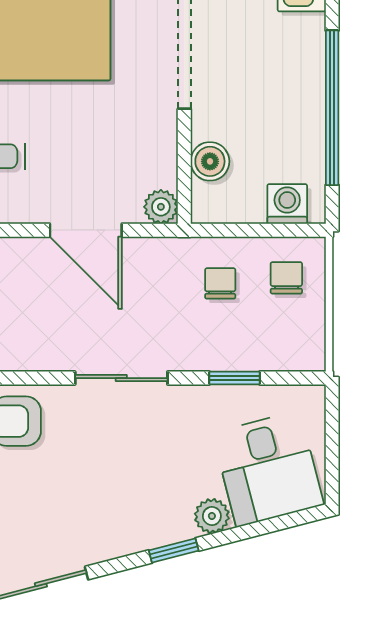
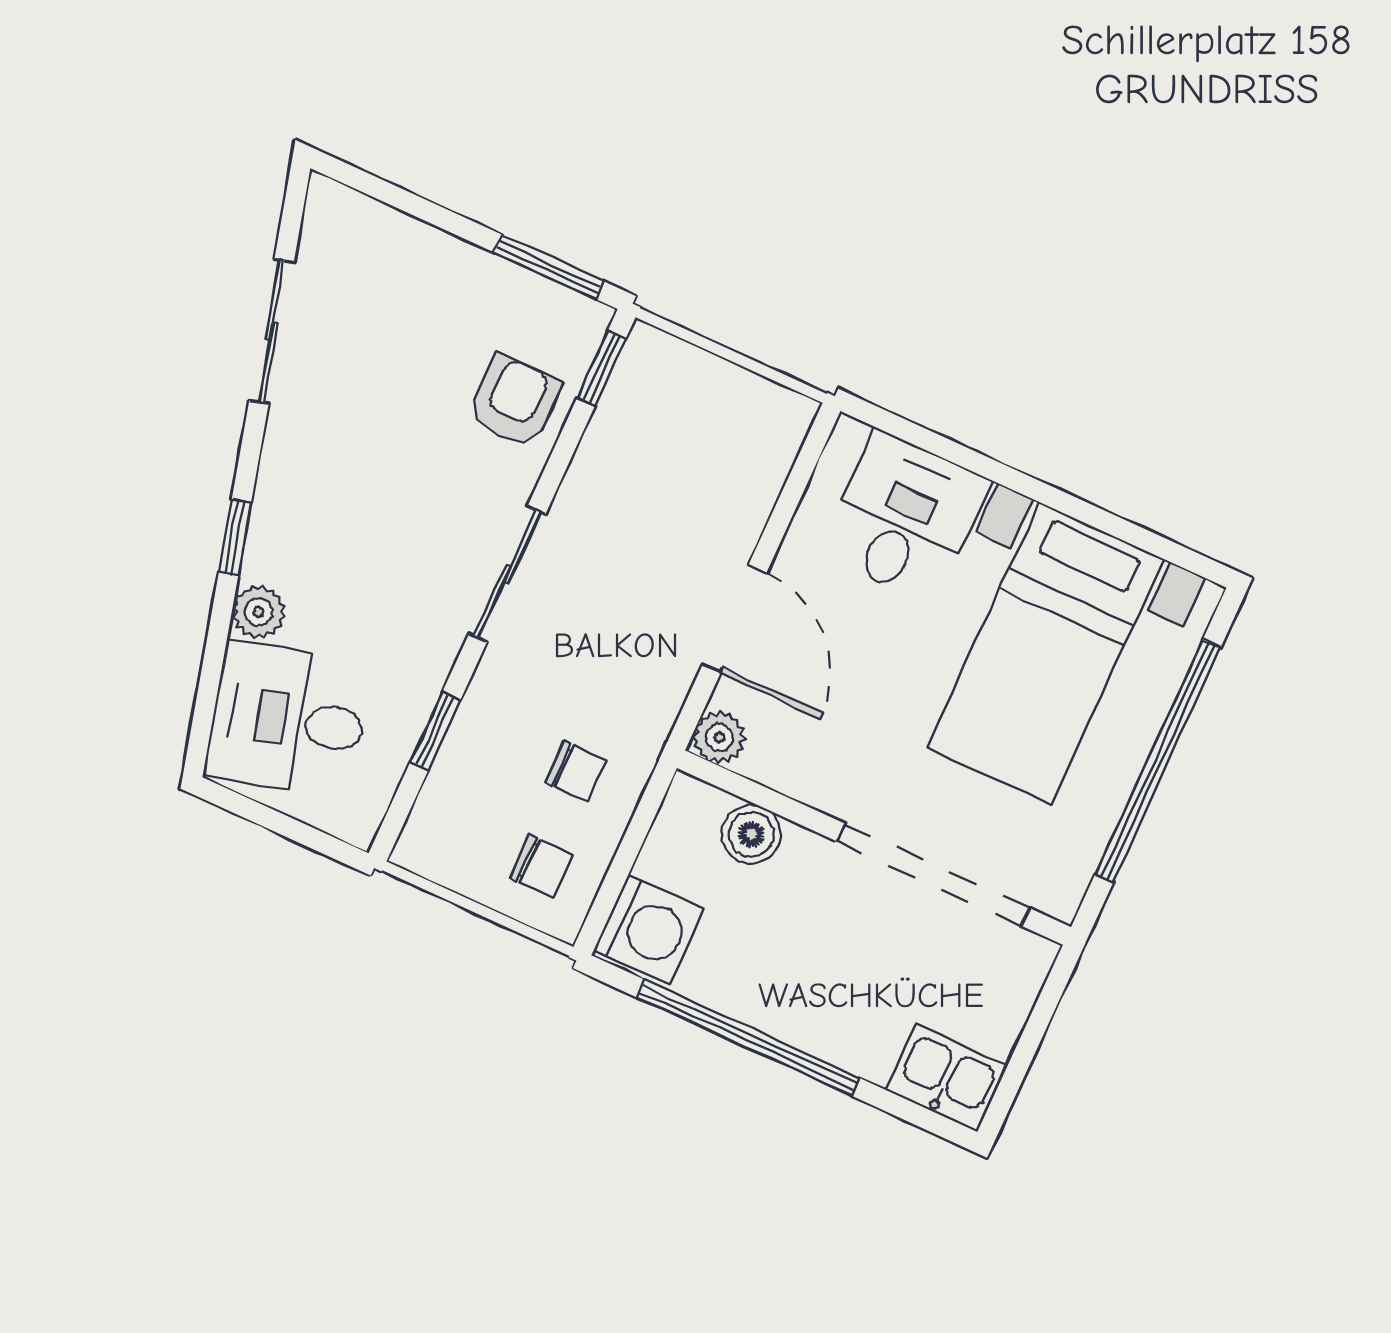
washing machine: (287, 204) -> (649, 929), width x1.38, depth x1.38
door: (86, 230) -> (735, 619), swing flipped

